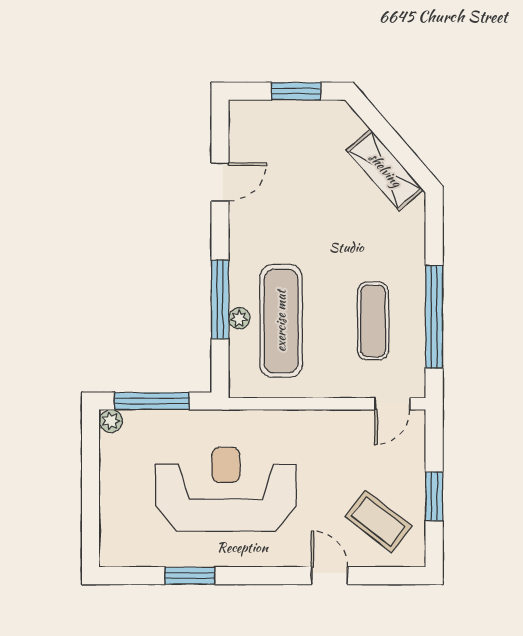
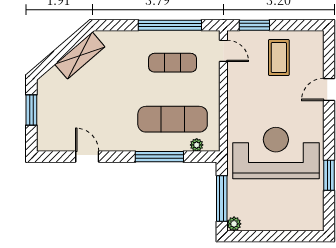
plant: (239, 318) -> (197, 145), moved
reception desk: (226, 489) -> (276, 153), turned 90
window: (434, 496) -> (254, 25), moved
coffee table: (378, 521) -> (279, 58), moved, turned -38

